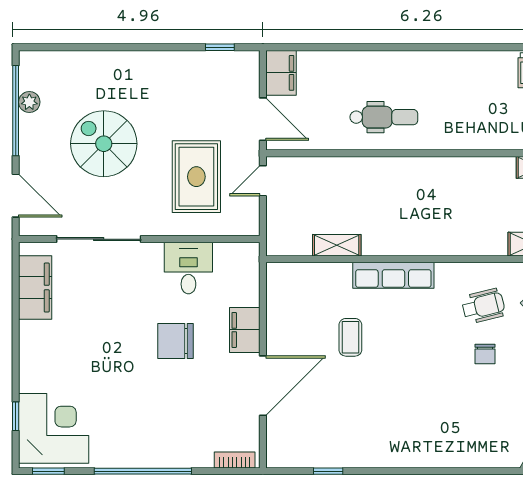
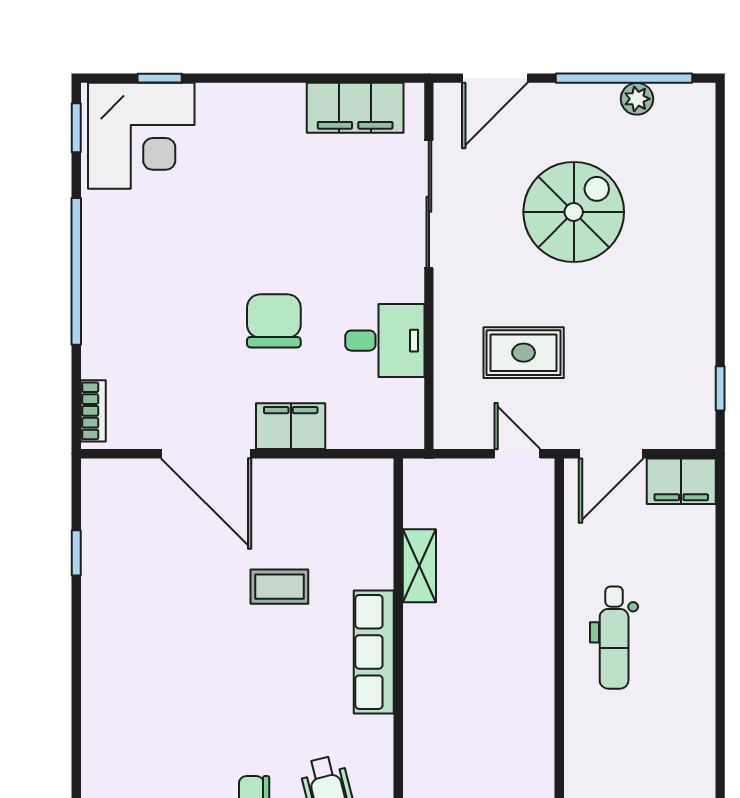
rug: (196, 177) -> (524, 353), width x0.73, depth x0.70

